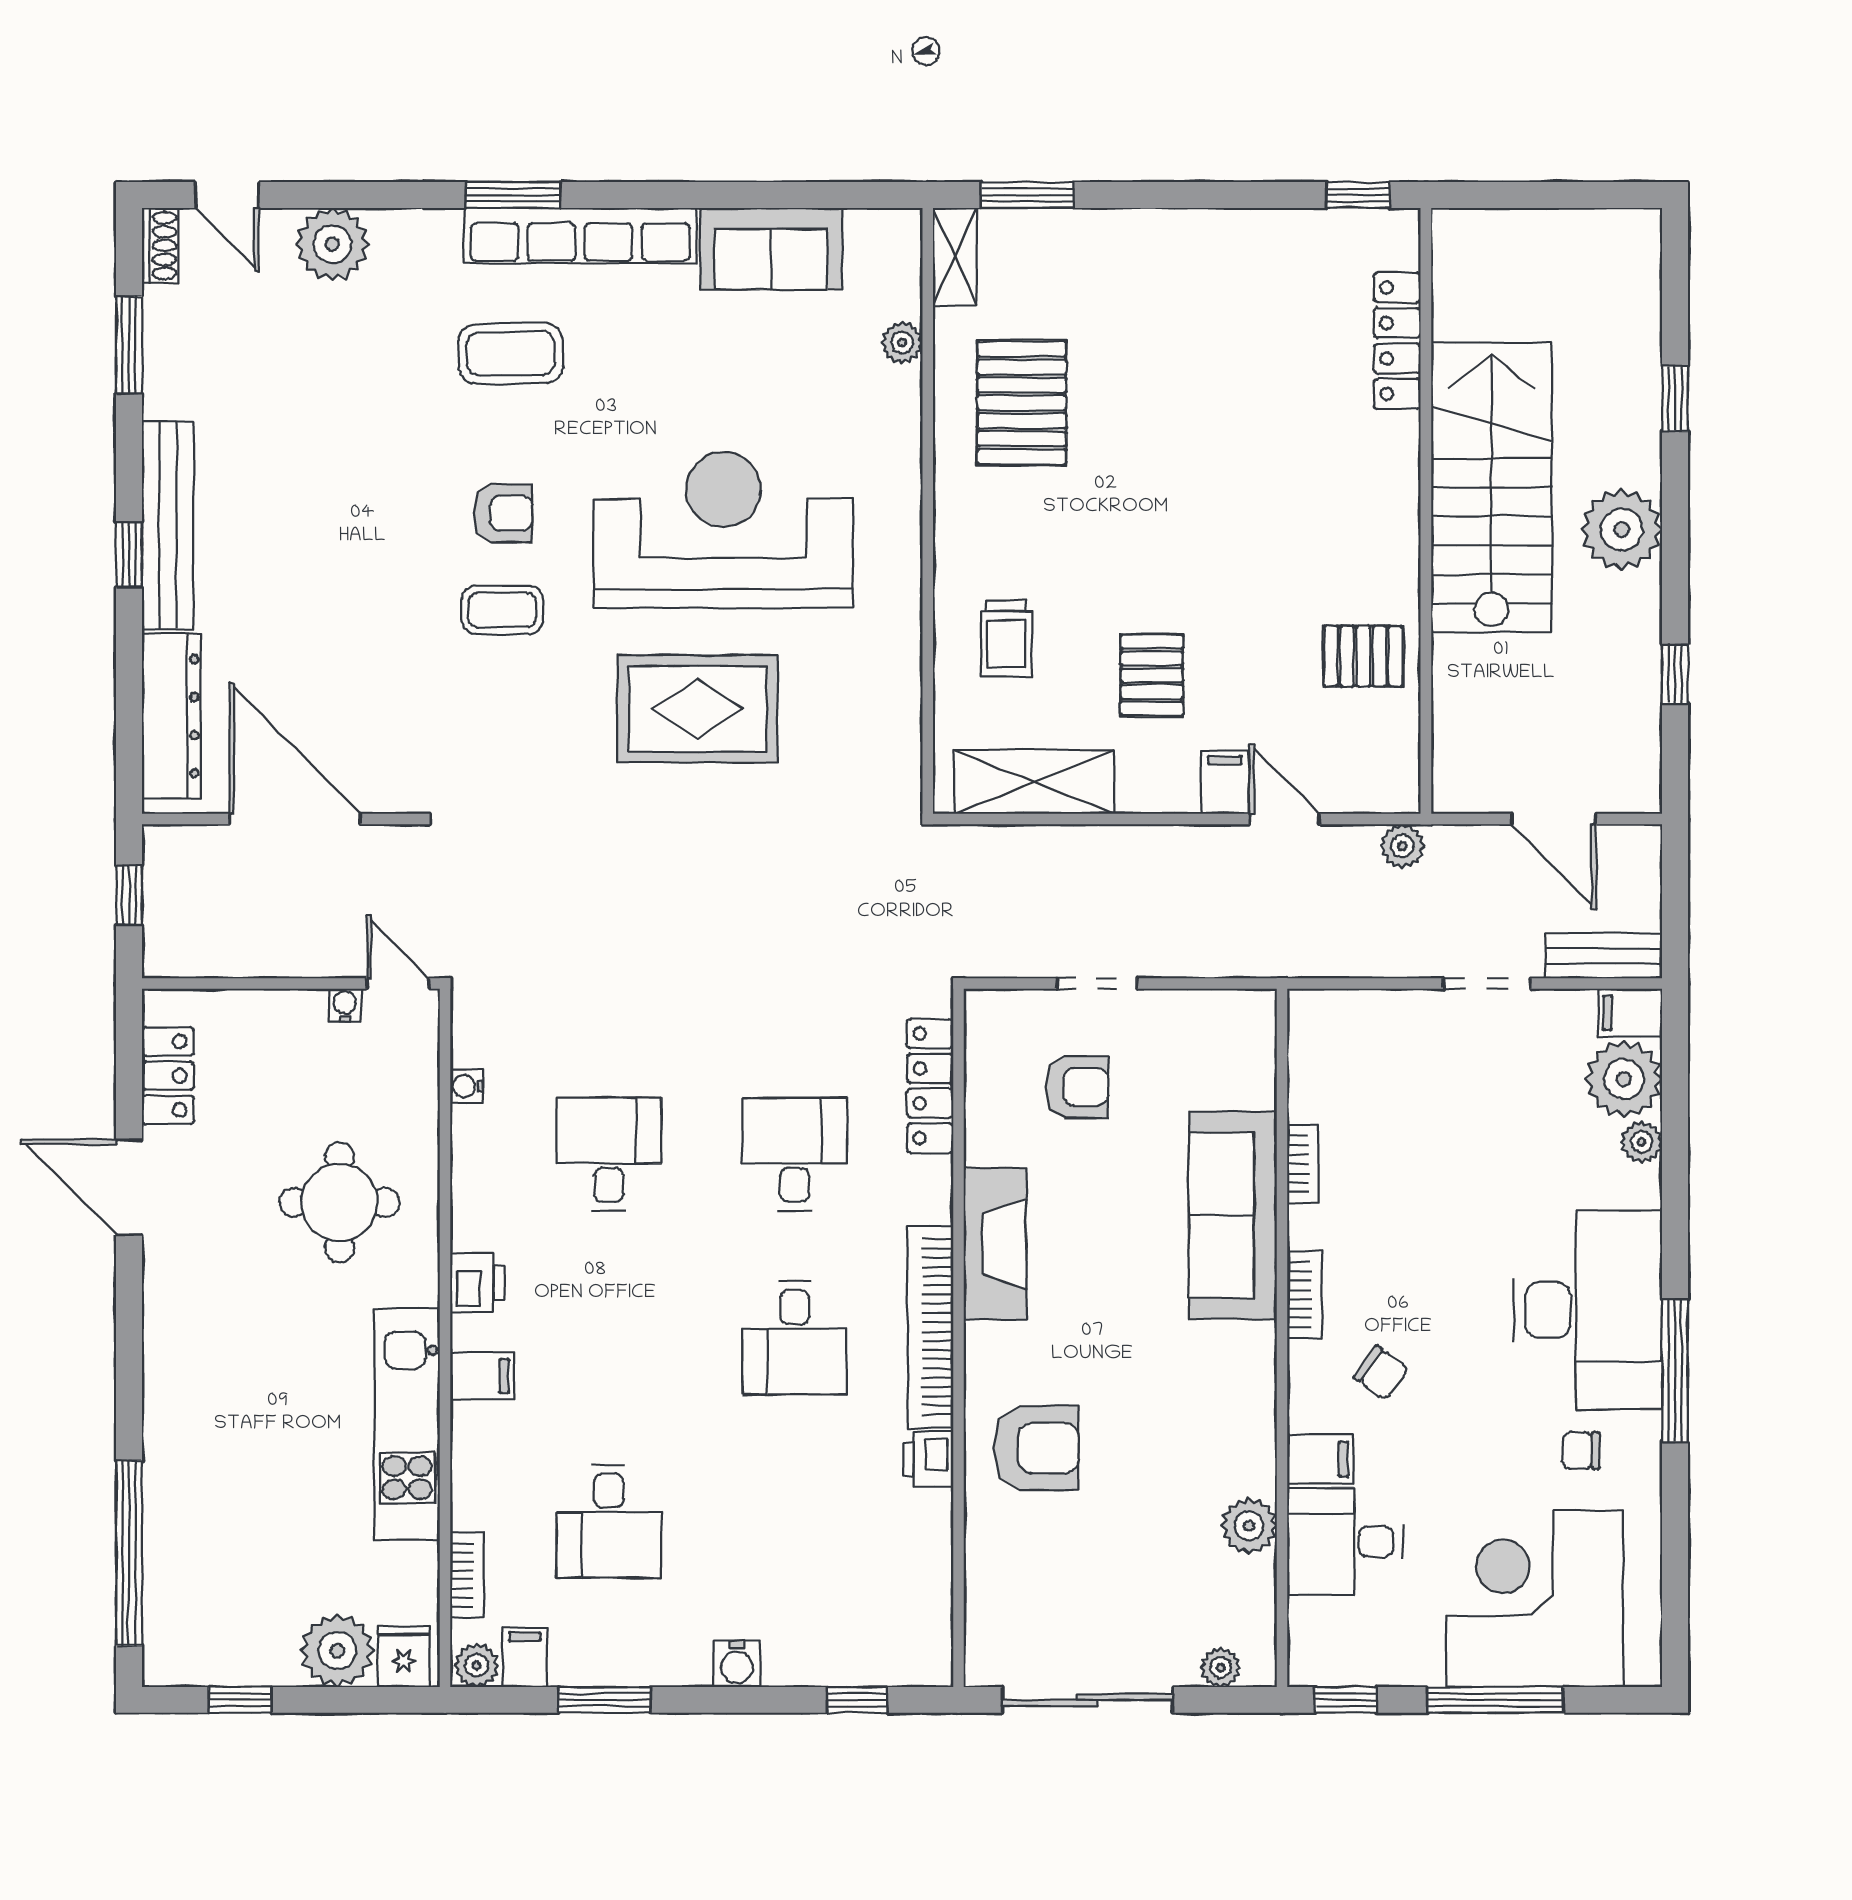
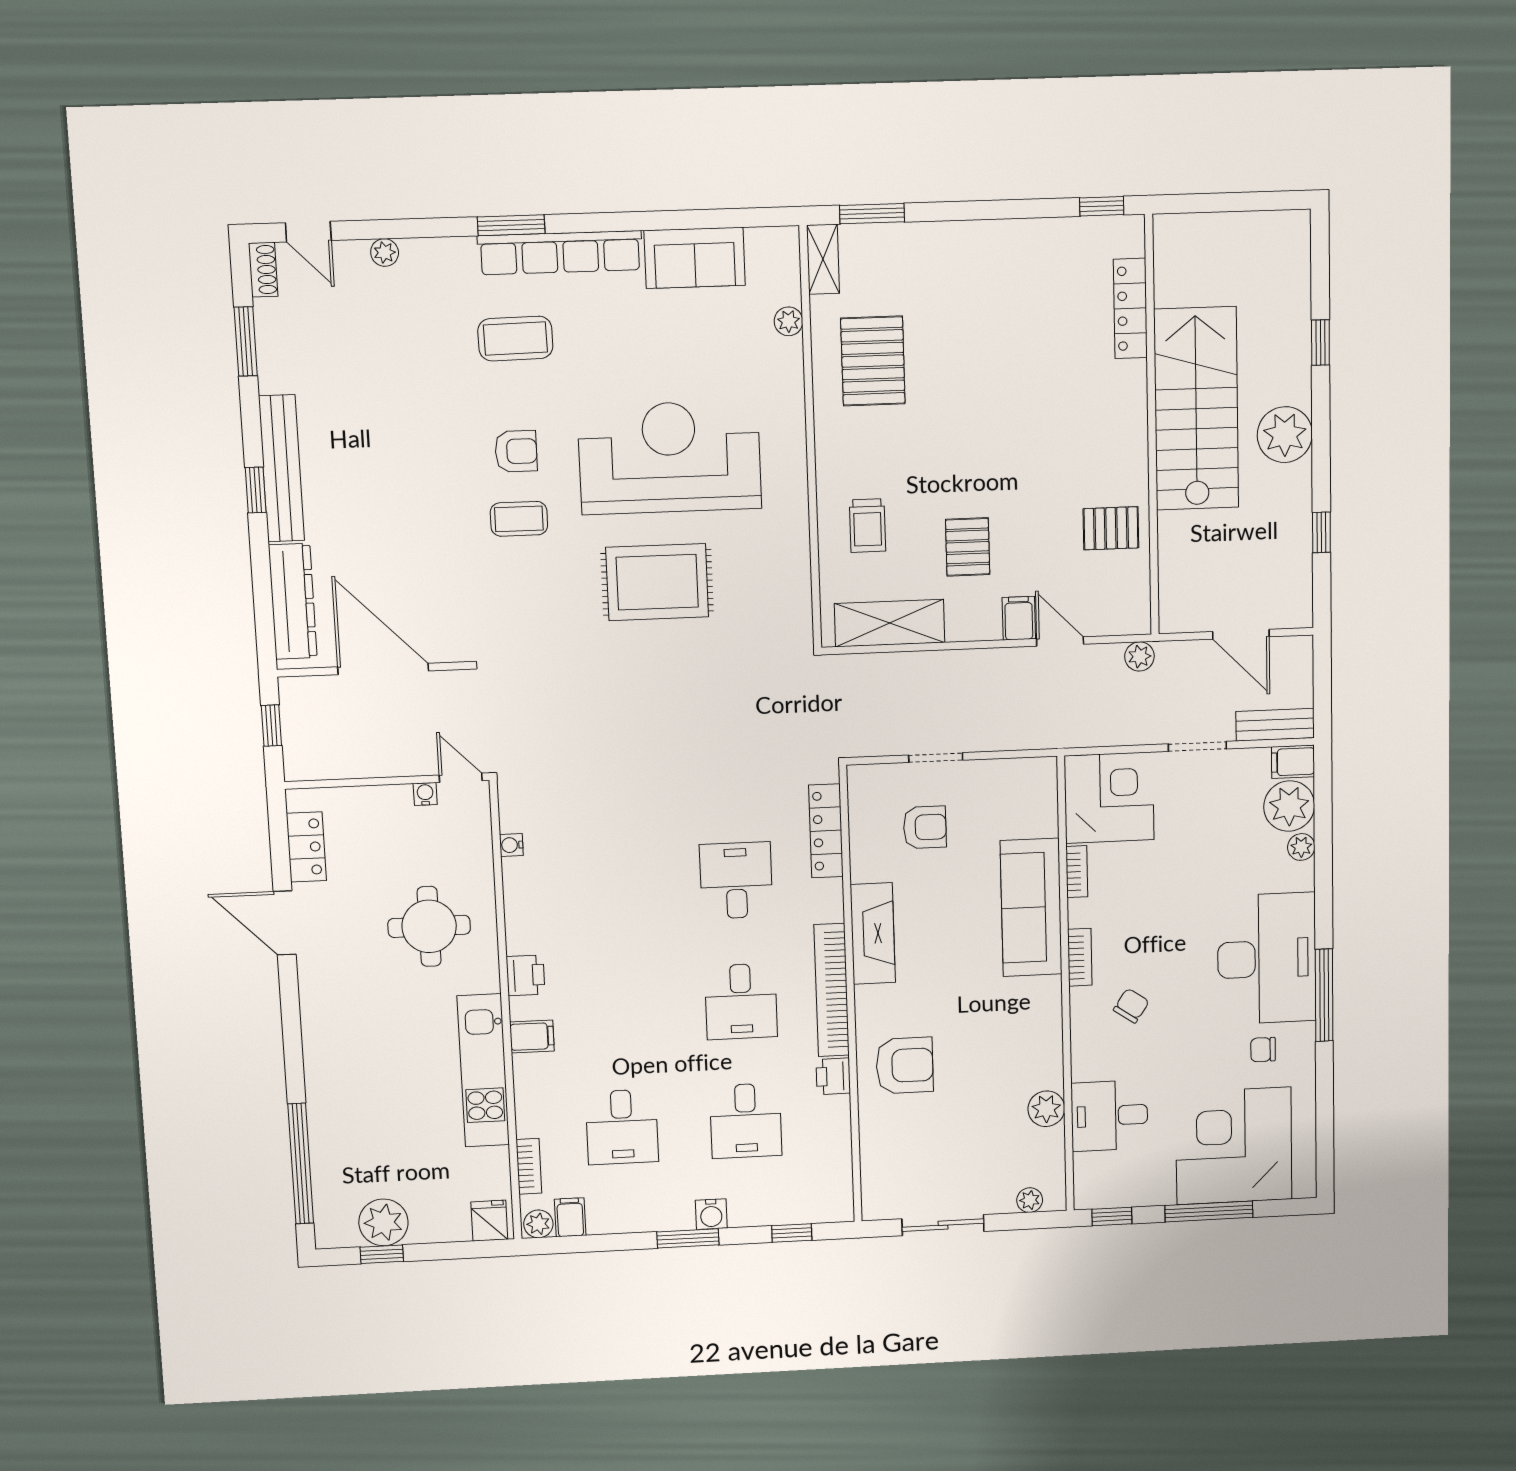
plant: (332, 244) -> (385, 253), width x0.53, depth x0.53
corner desk: (1353, 1055) -> (1109, 798), added
desk: (609, 1154) -> (746, 1121), moved, turned 180
chair: (1381, 1373) -> (1131, 1006), turned -92
filing cabinet: (1320, 1459) -> (1092, 1064), removed
plant: (337, 1651) -> (383, 1222), moved
window: (604, 1700) -> (688, 1238), moved
sliding door: (1087, 1700) -> (943, 1225), width x0.73

